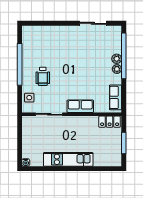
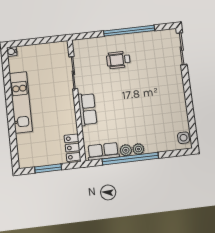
sliding door: (93, 23) -> (182, 49), moved
window: (124, 56) -> (130, 159), moved
plant: (117, 59) -> (126, 150), moved
side table: (29, 98) -> (184, 138), moved

